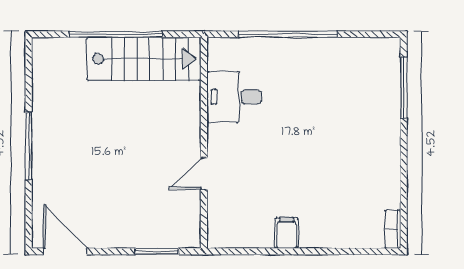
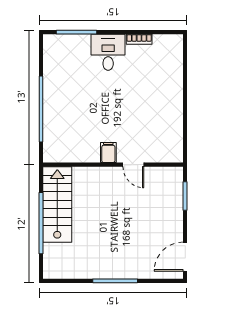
desk: (234, 97) -> (108, 52), moved, turned 180
bookcase: (393, 229) -> (139, 39), moved
filing cabinet: (287, 233) -> (108, 152), moved, turned 90

